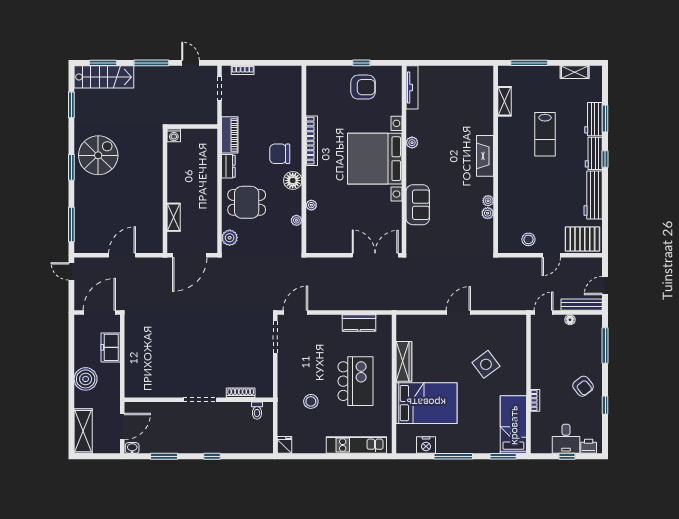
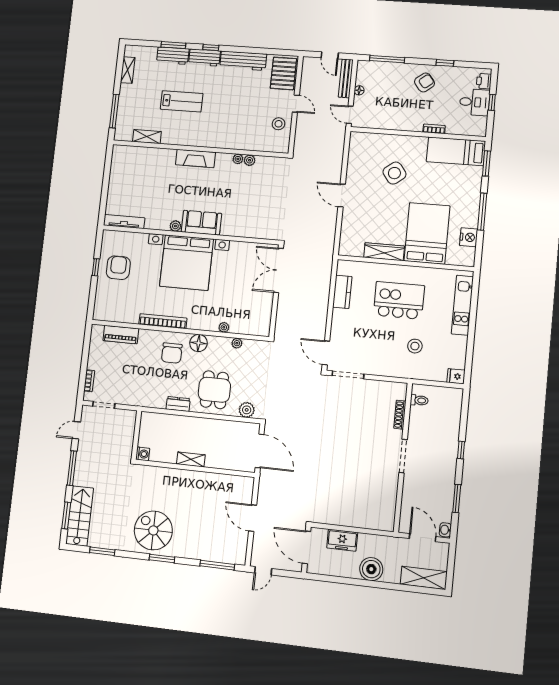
piano: (230, 135) -> (121, 335), moved, turned 180
sofa: (418, 205) -> (201, 223), moved
shelving: (174, 217) -> (191, 459), moved

